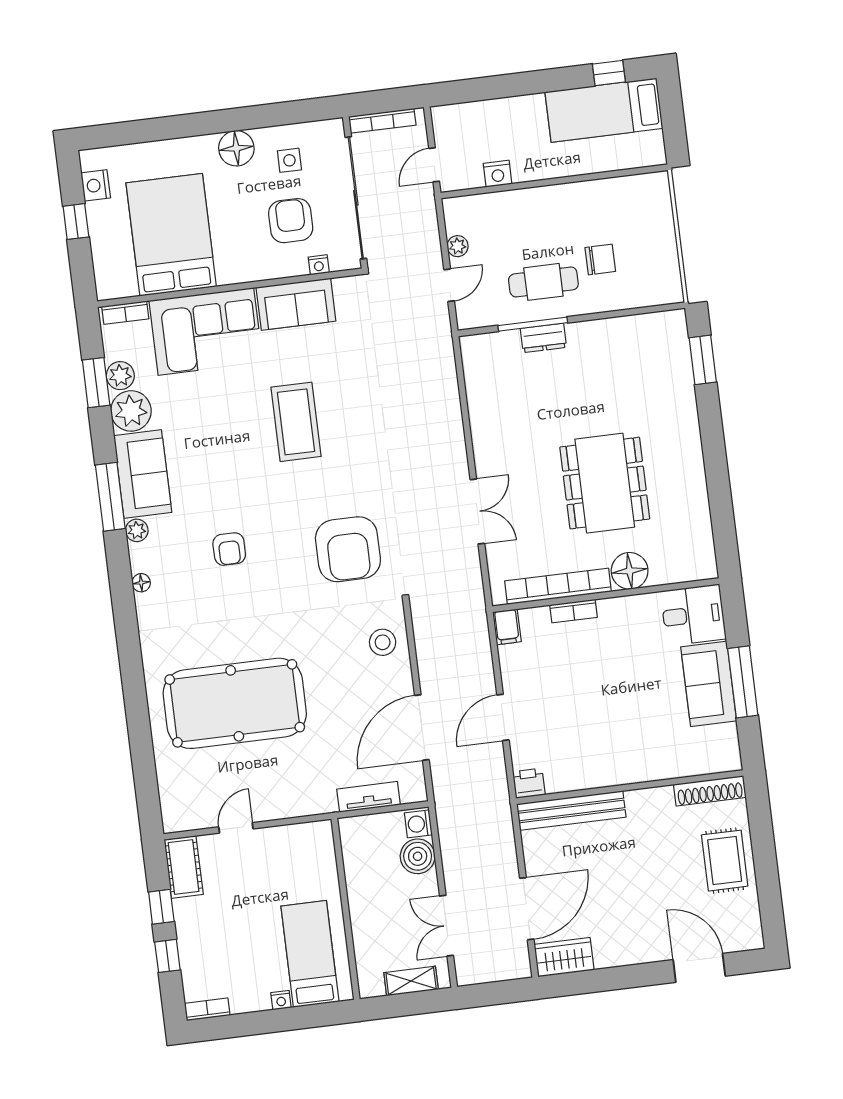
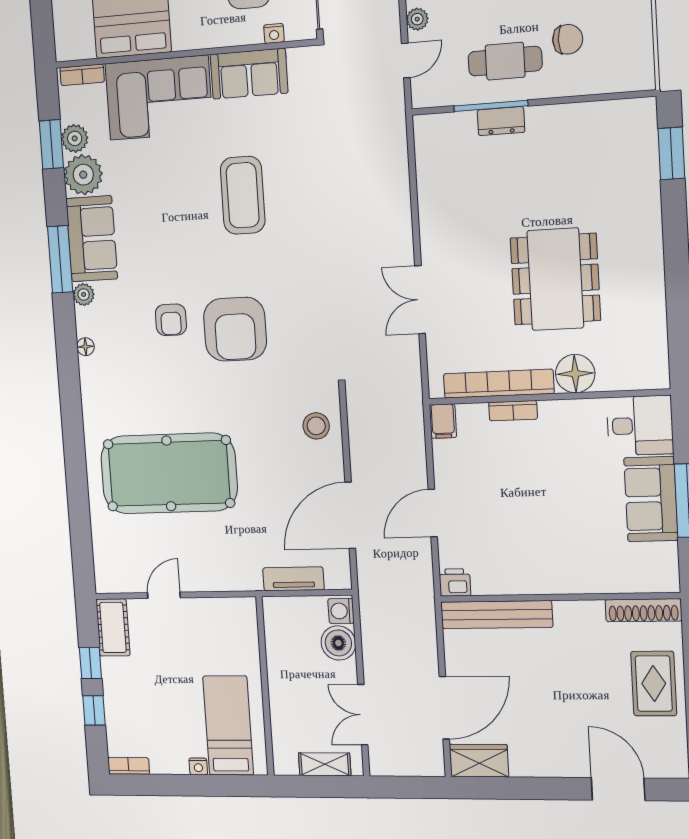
double door: (477, 511) -> (420, 300), swing flipped
armchair: (348, 549) -> (235, 329), moved

